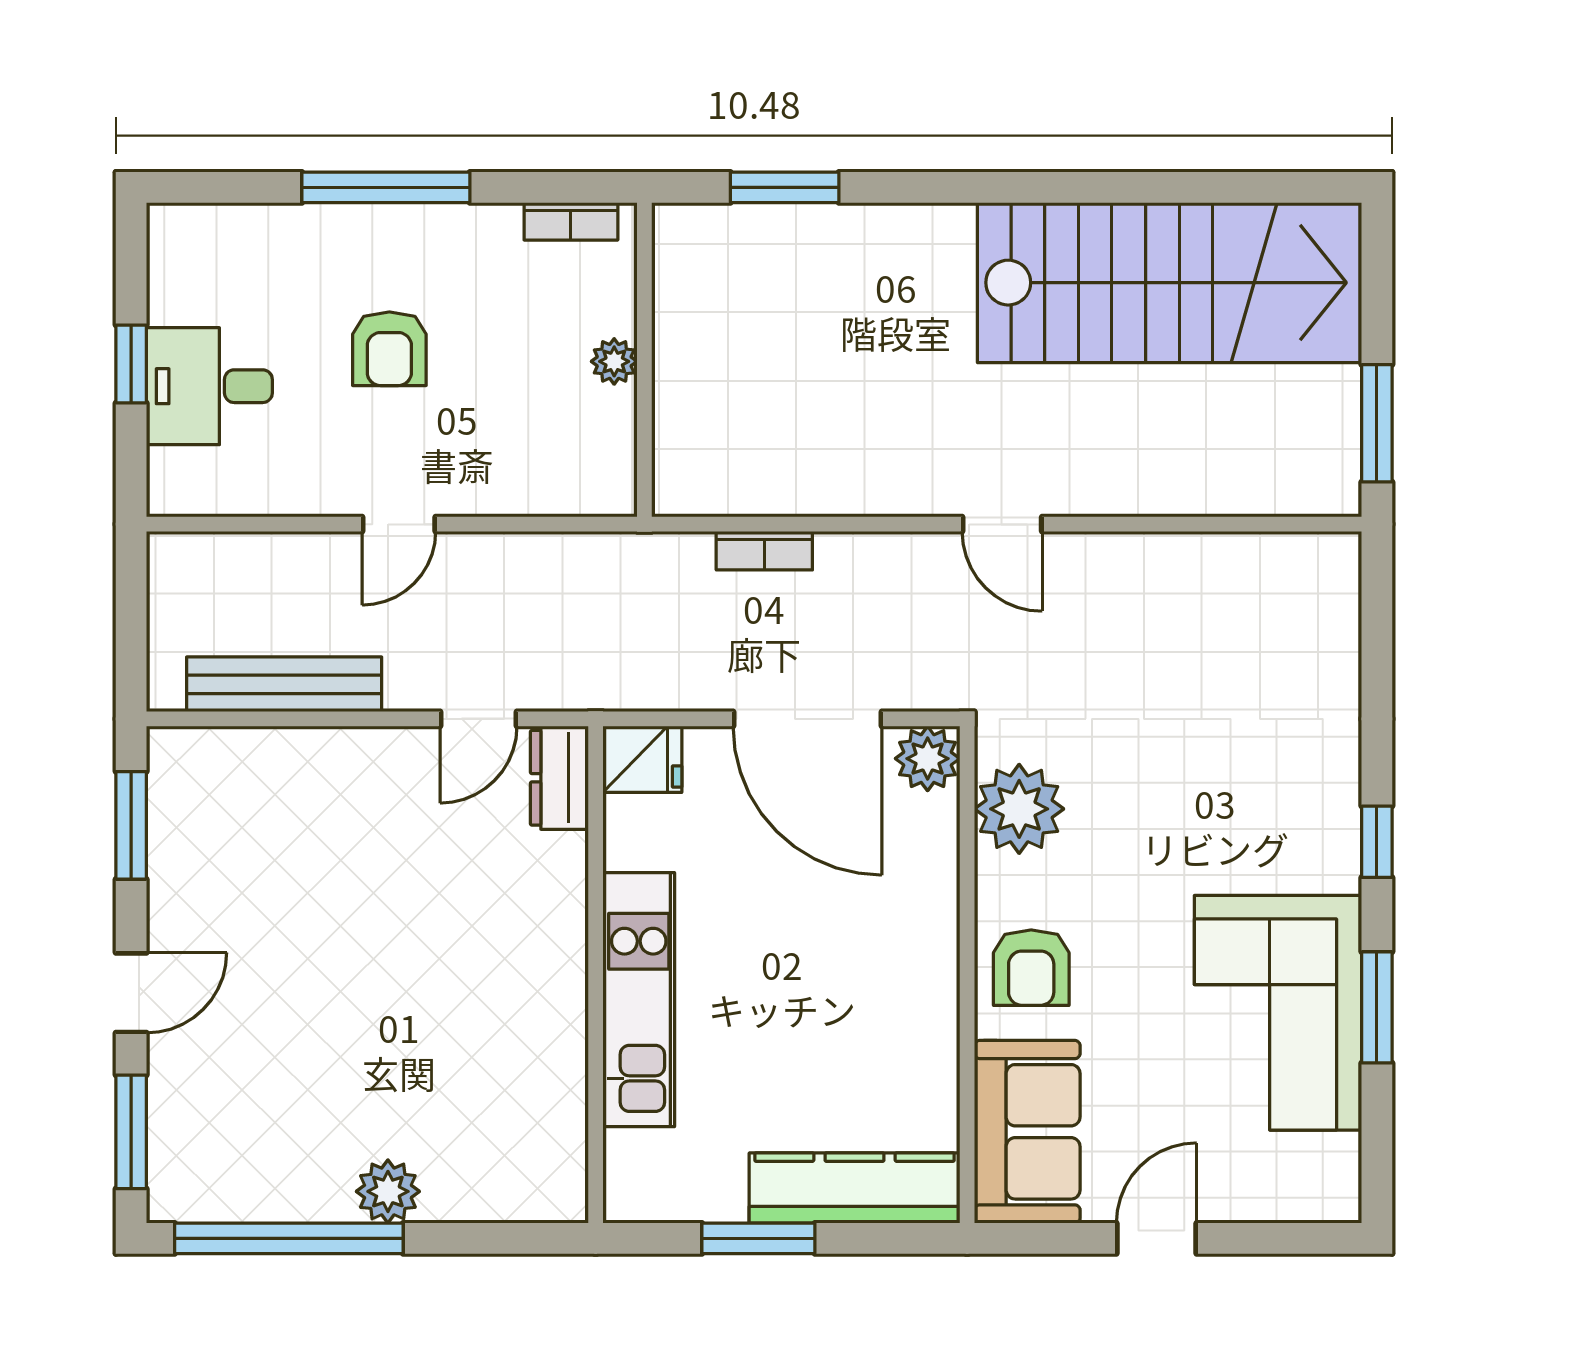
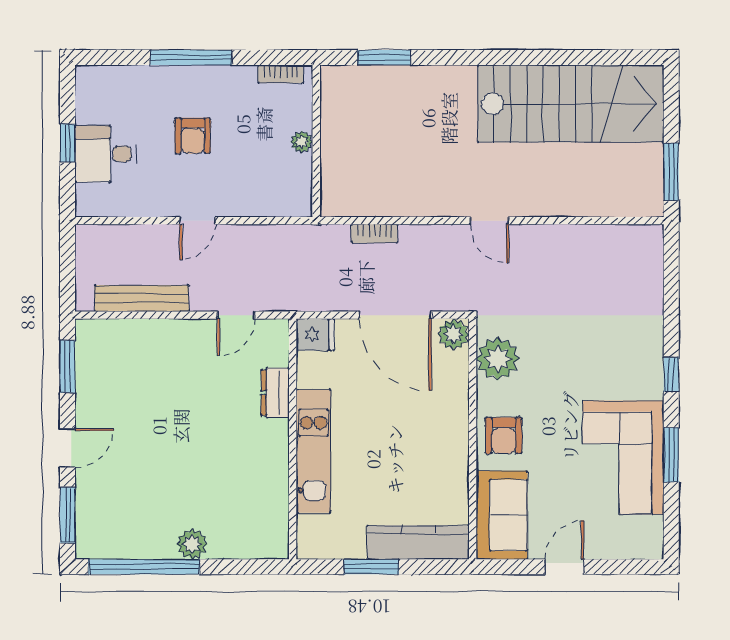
dresser: (559, 778) -> (275, 393), moved

